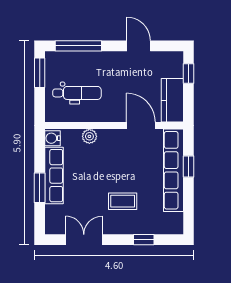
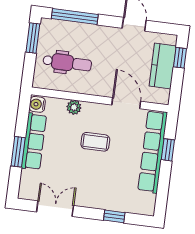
kitchen counter: (172, 100) -> (163, 66), moved
coffee table: (123, 201) -> (95, 142), moved

